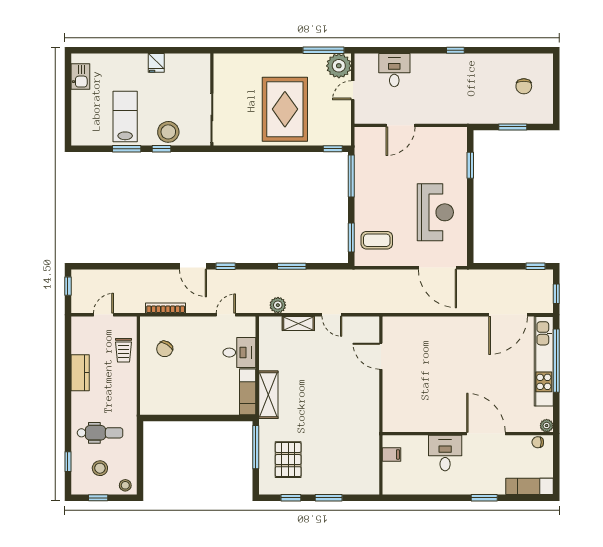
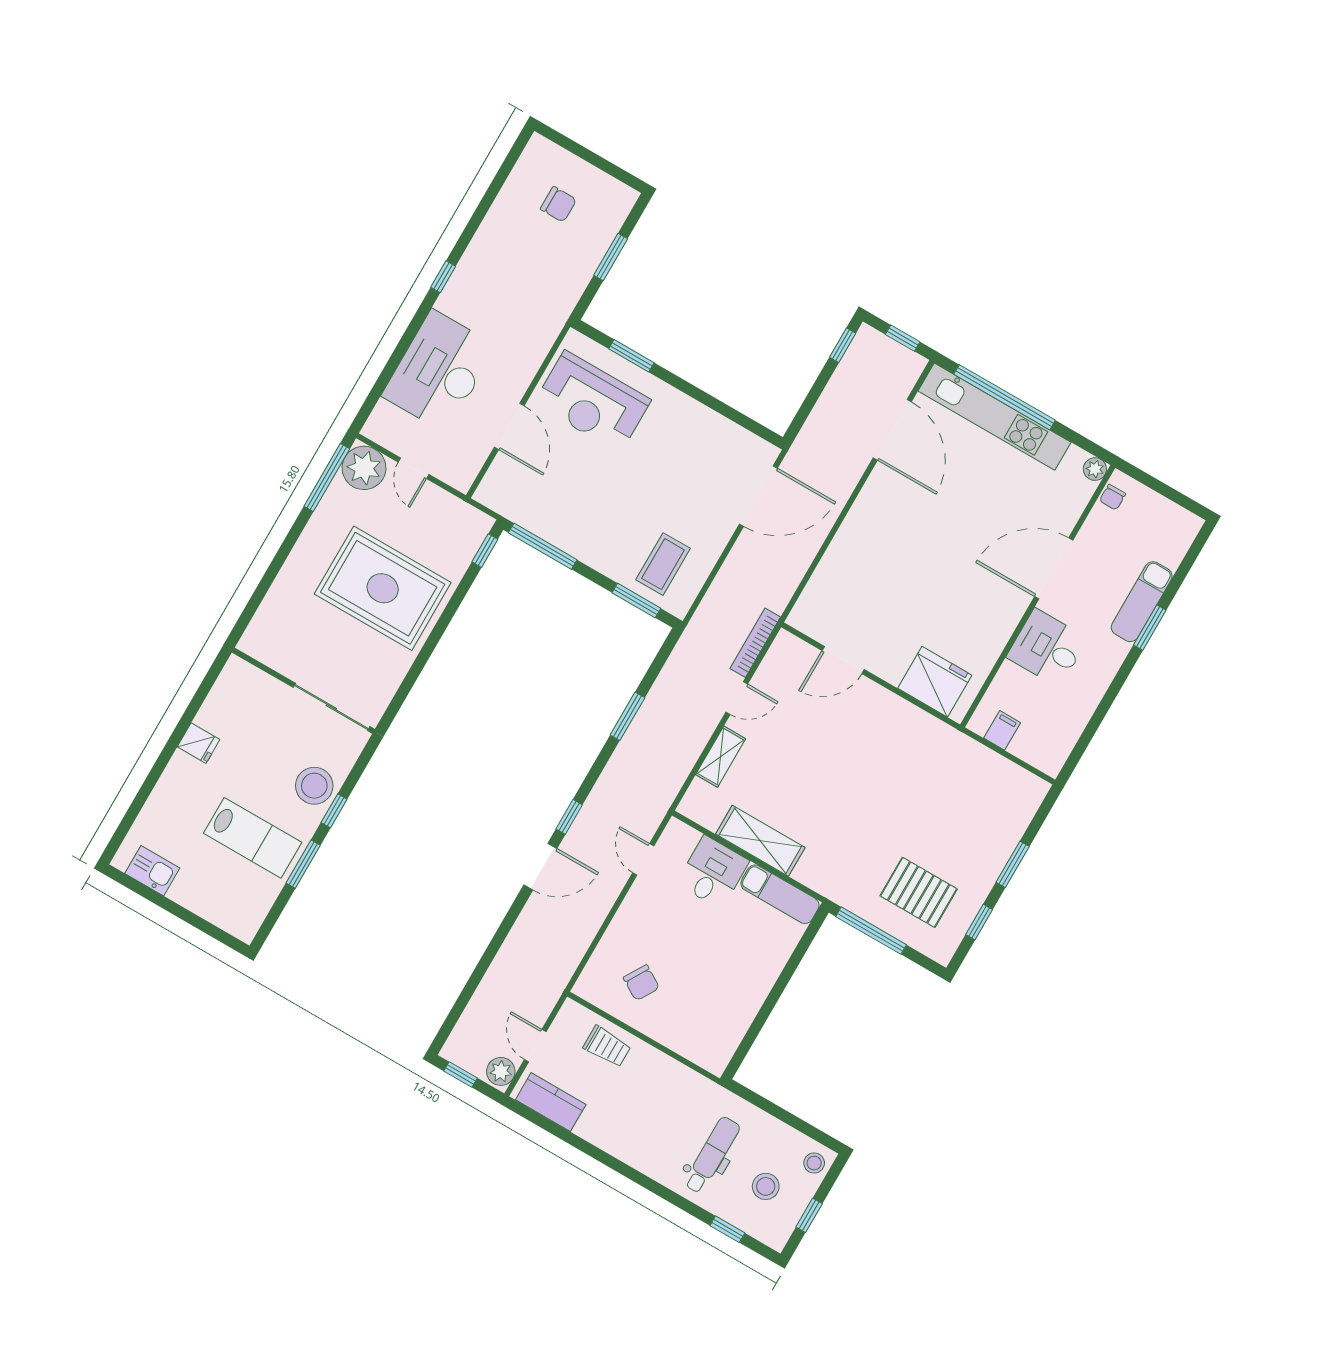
desk: (394, 70) -> (439, 371), width x1.87, depth x1.30
lab bench: (125, 117) -> (253, 838), turned 180
reception desk: (435, 212) -> (592, 402), moved, turned 180
plant: (278, 305) -> (501, 1071), moved
bookcase: (166, 308) -> (755, 643), moved
kitchen counter: (80, 373) -> (551, 1102), moved
shelving: (268, 395) -> (760, 841), moved
fridge: (396, 407) -> (935, 682), added
exam couch: (529, 486) -> (1142, 602), moved

